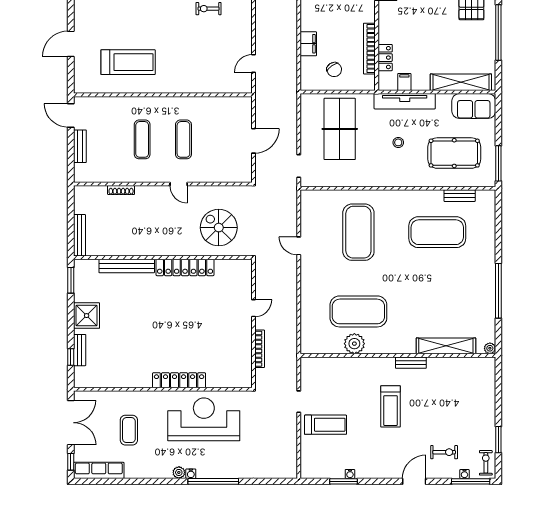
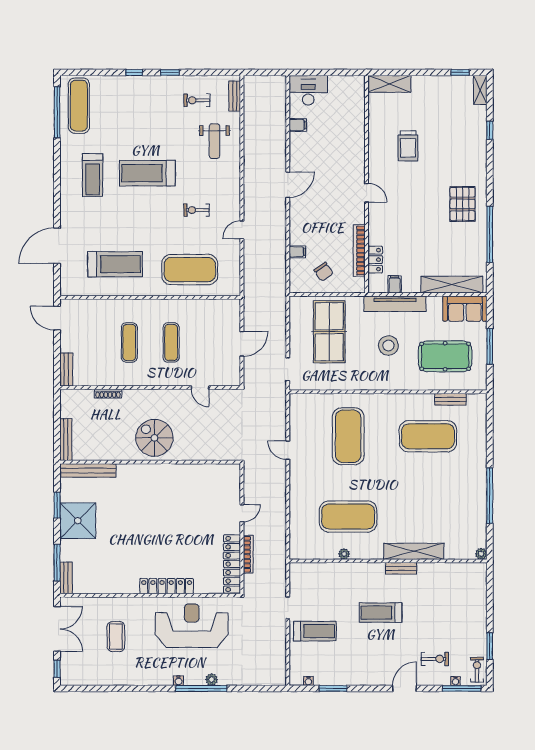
door: (71, 44) -> (57, 246), width x1.36
filing cabinet: (308, 44) -> (297, 252), width x0.50
door: (253, 63) -> (242, 230), moved
exercise mat: (202, 67) -> (190, 270), added
stool: (398, 142) -> (388, 346), width x1.89, depth x1.89
bench: (80, 146) -> (66, 370), moved
window: (498, 163) -> (490, 346), moved
door: (179, 184) -> (200, 388), moved
spiral stairs: (219, 228) -> (154, 438), moved
bench: (127, 266) -> (88, 470), moved
locker: (185, 267) -> (232, 564), moved, turned 90
window: (71, 280) -> (57, 505), moved
shower: (87, 316) -> (78, 521), width x1.37, depth x1.37
plant: (354, 344) -> (344, 554), width x0.53, depth x0.53
shelving: (446, 346) -> (414, 551), moved
bench: (80, 350) -> (66, 578), moved
window: (71, 357) -> (57, 563), width x2.17
treadmill: (390, 406) -> (381, 613), turned 90
row of seats: (99, 470) -> (85, 677), removed
plant: (179, 472) -> (212, 679), moved
water cooler: (350, 474) -> (308, 681), moved

